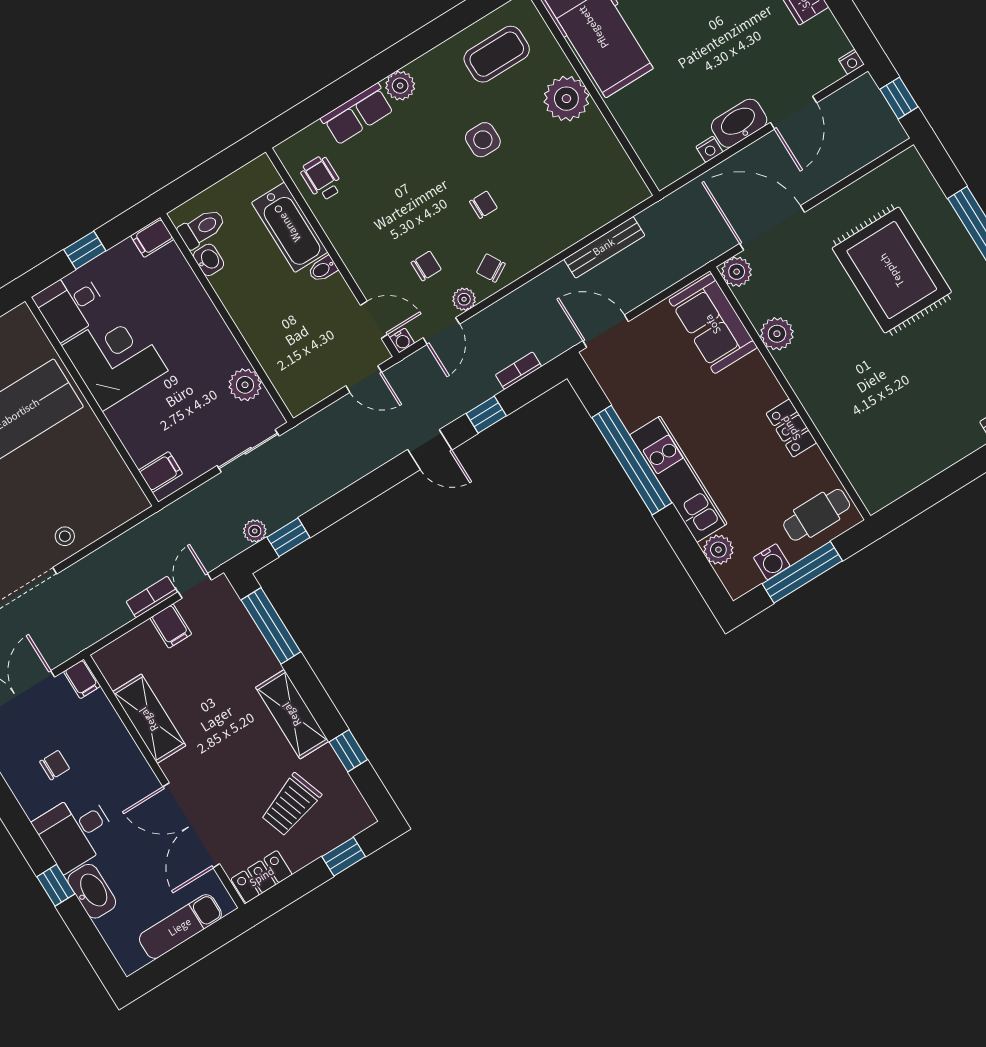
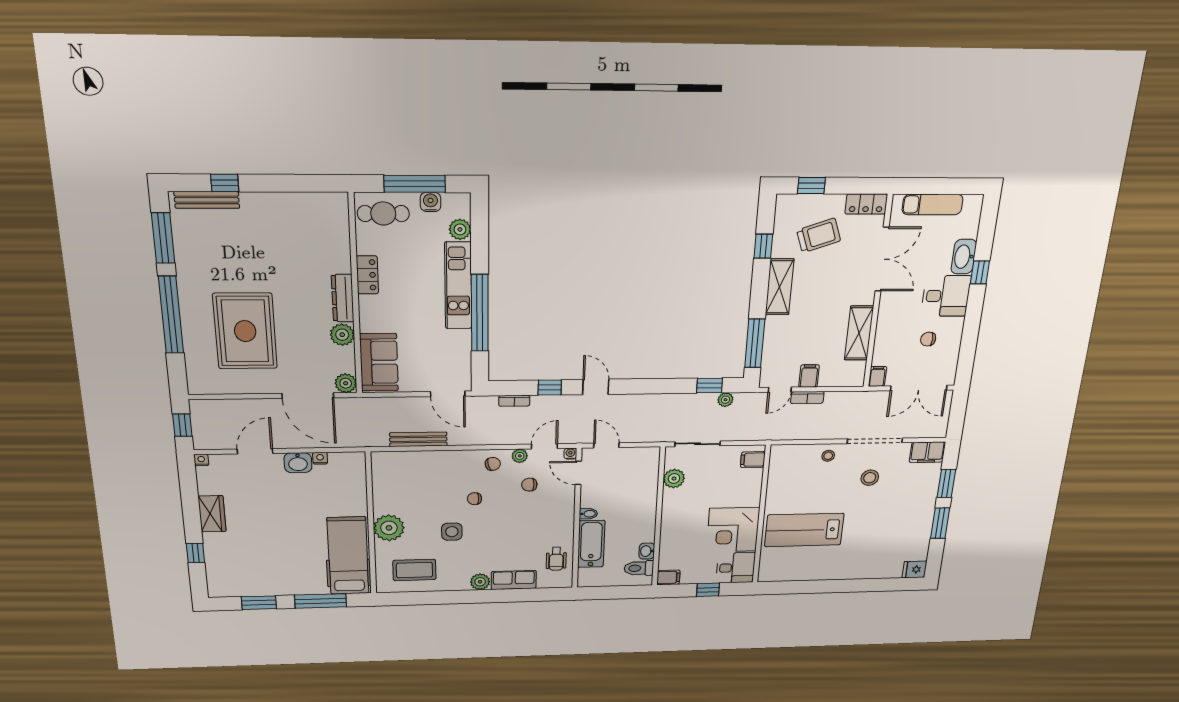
washbasin: (739, 123) -> (298, 463), width x0.72
chair: (491, 268) -> (493, 464), turned -76
dresser: (803, 381) -> (343, 298), added

